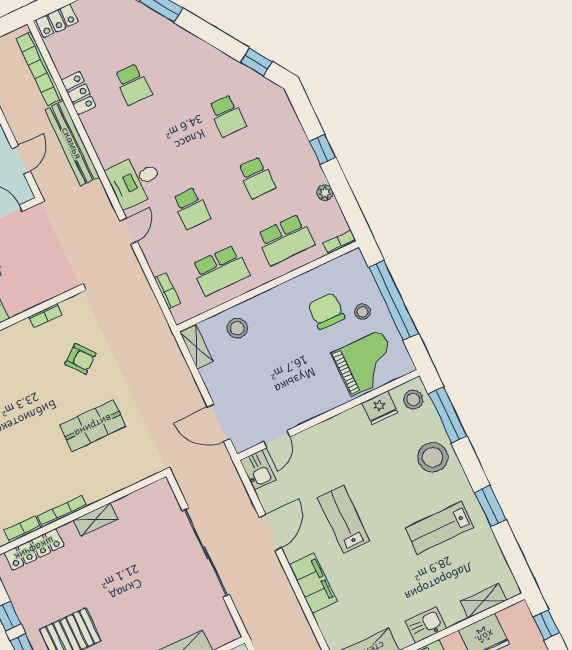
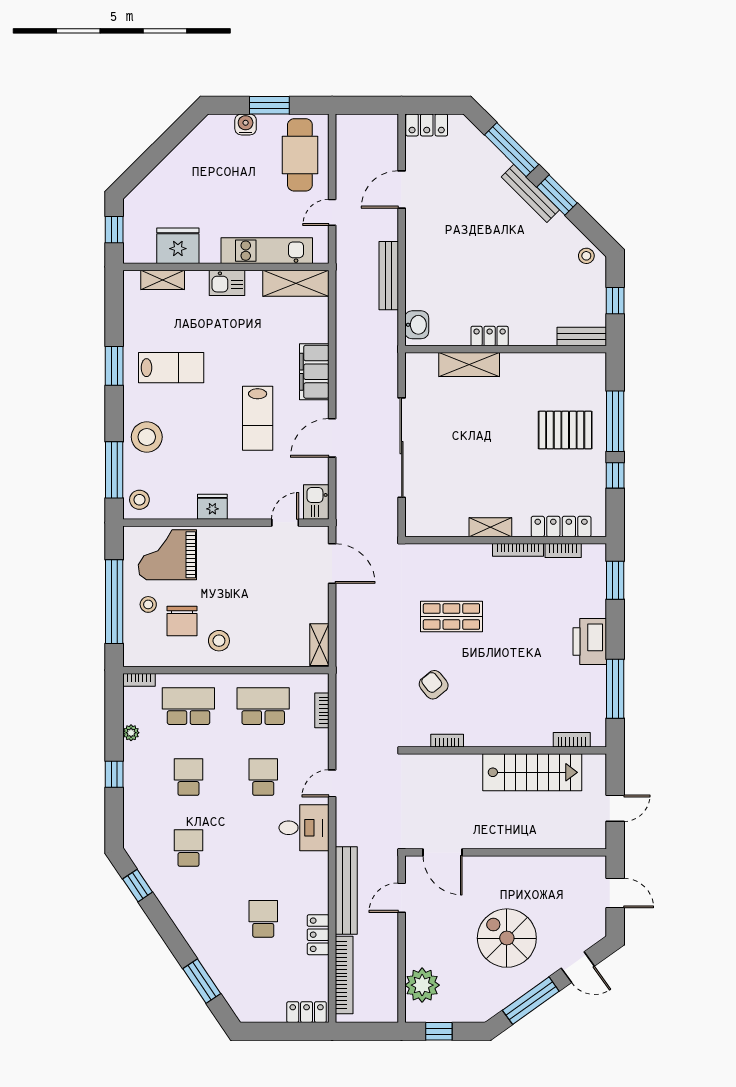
stool: (237, 328) -> (219, 641), moved
fridge: (380, 408) -> (212, 507), moved

